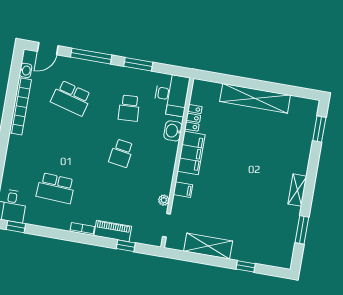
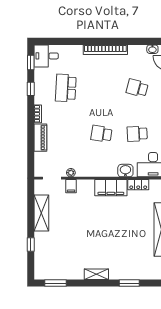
school desk: (71, 98) -> (137, 88), width x0.54
bookcase: (20, 106) -> (105, 50), moved
window: (319, 129) -> (129, 283), moved
filing cabinet: (183, 190) -> (71, 186), moved
window: (302, 230) -> (55, 283), moved
window: (126, 246) -> (31, 89), moved

